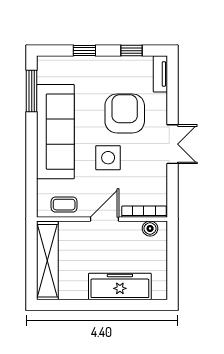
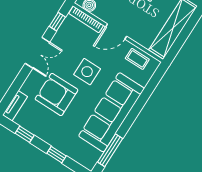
armchair: (125, 113) -> (57, 94), turned 90
double door: (173, 144) -> (37, 53), swing flipped
window: (173, 190) -> (57, 22), added

